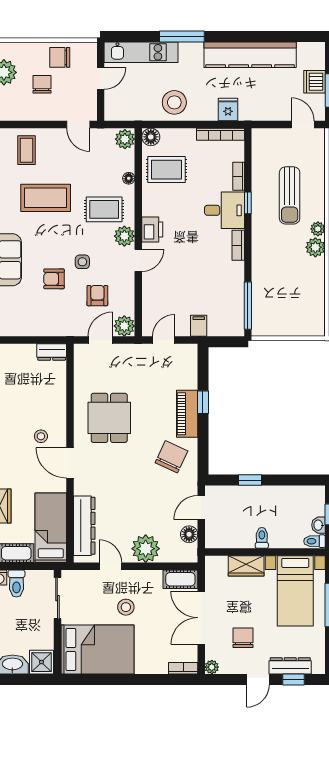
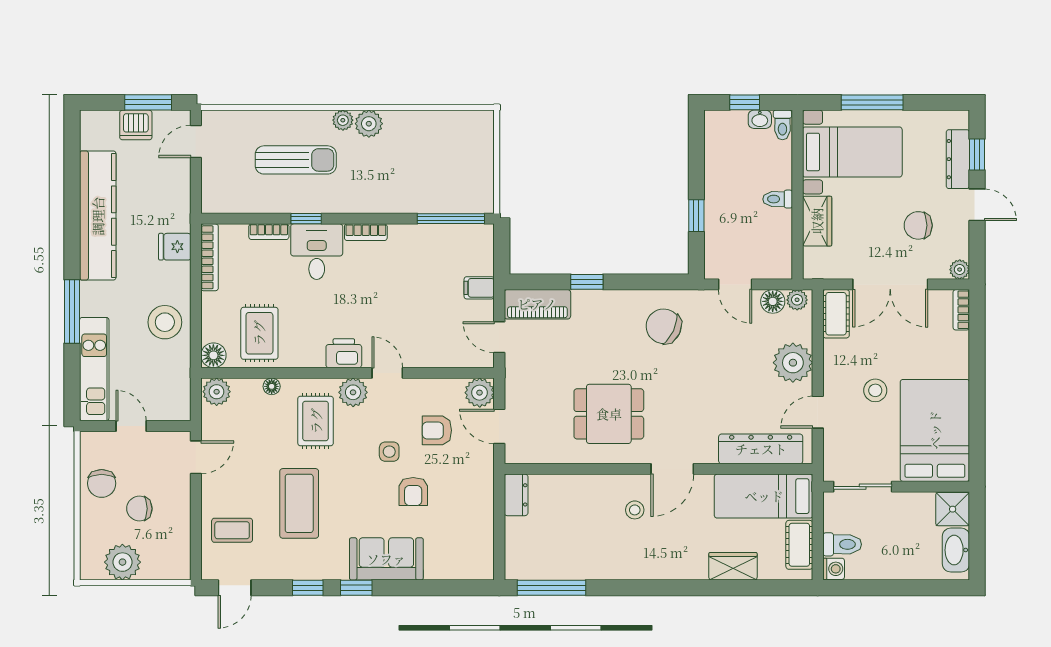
piano: (187, 414) -> (537, 304), moved
plant: (190, 552) -> (797, 300), added

